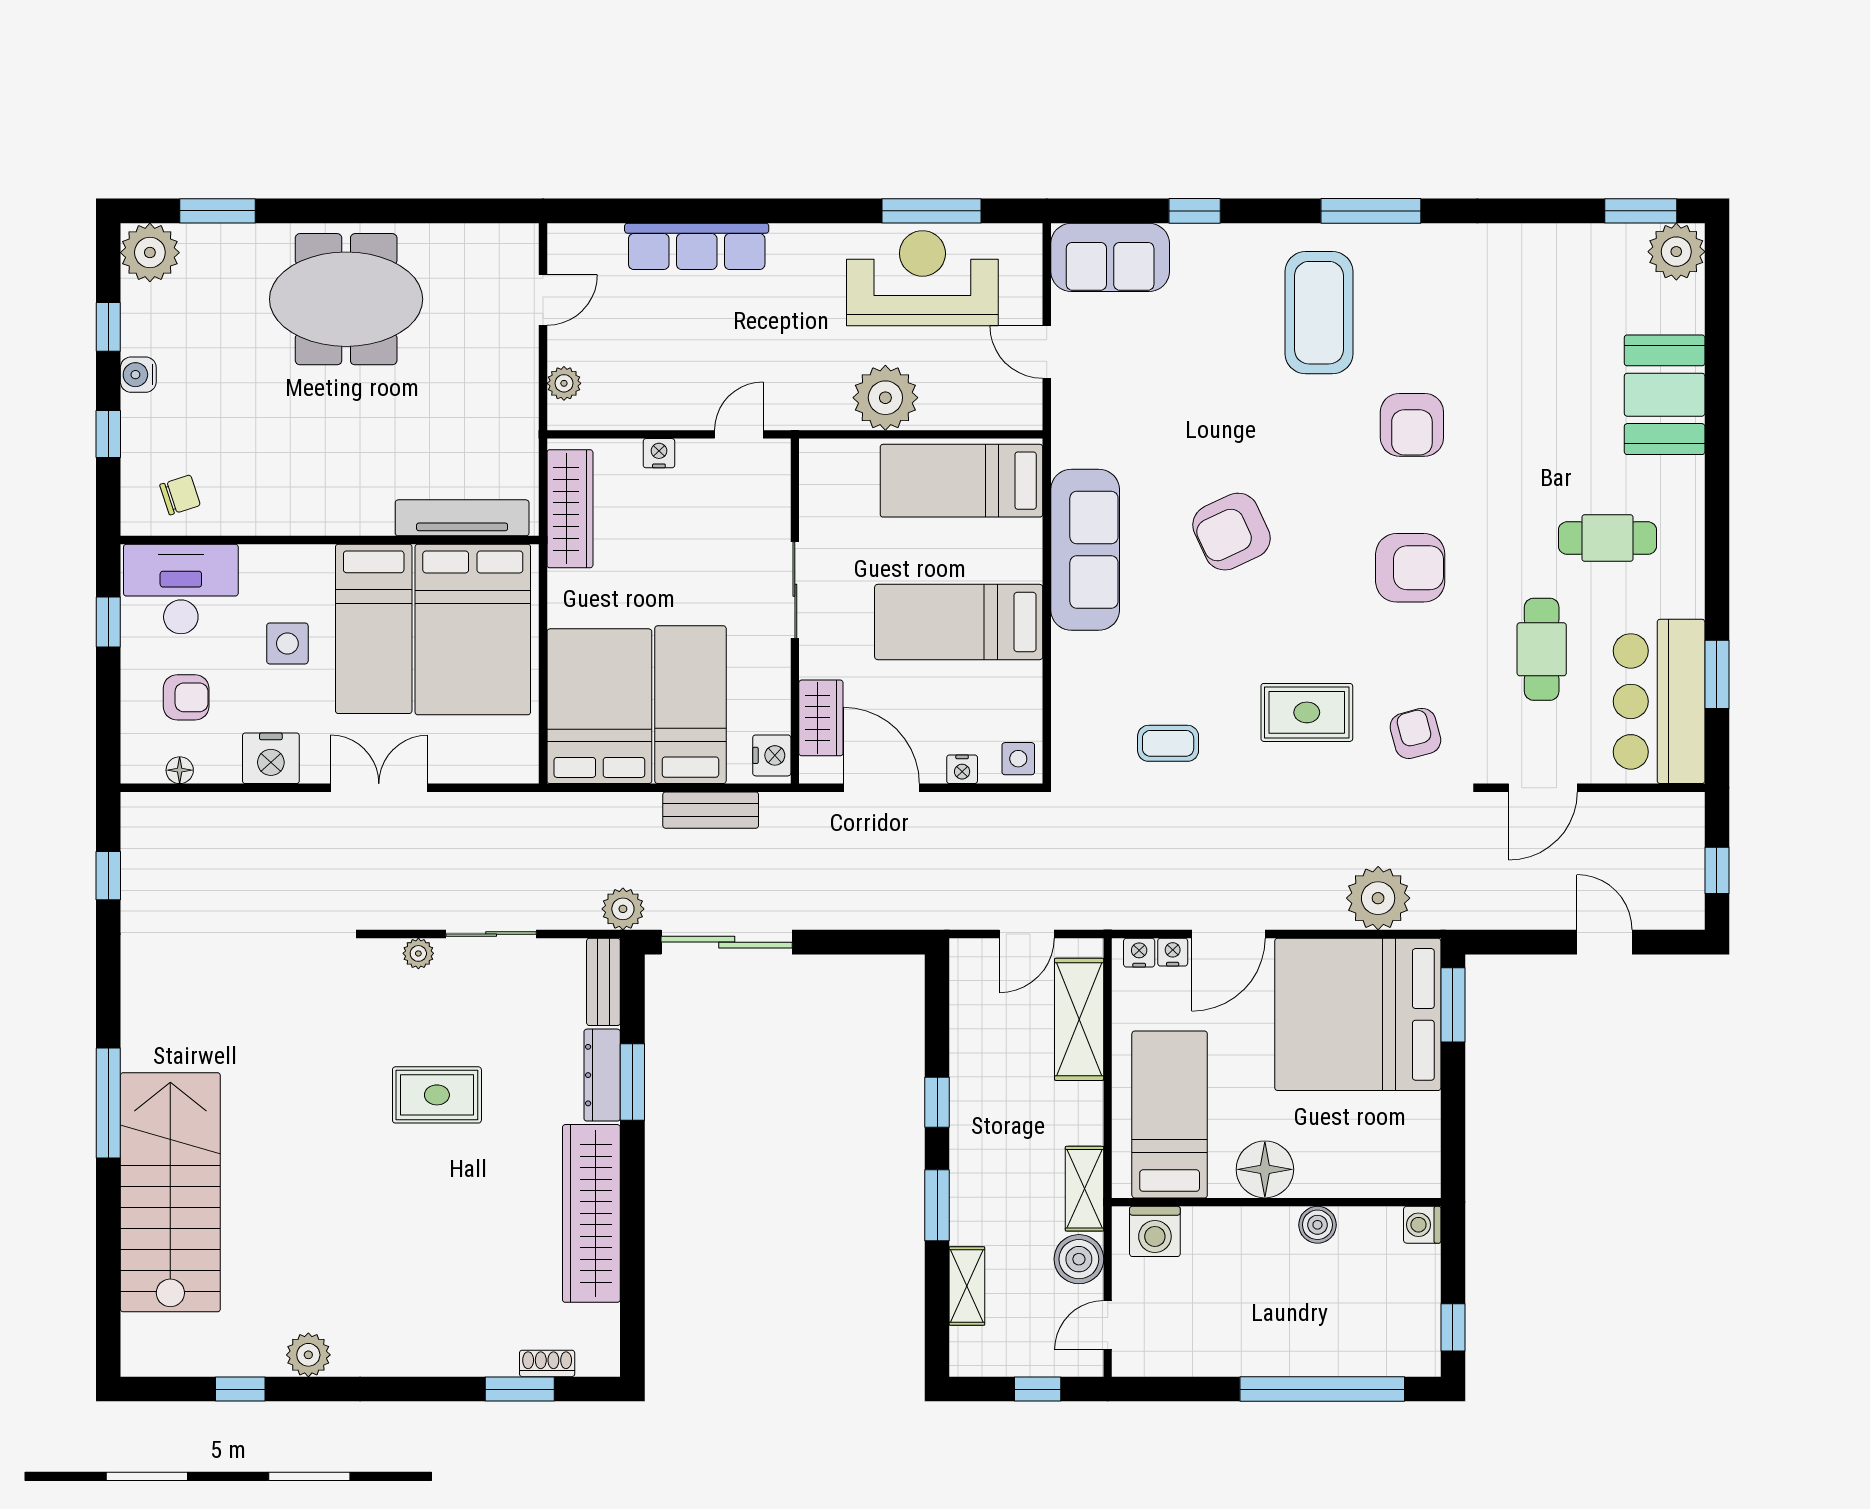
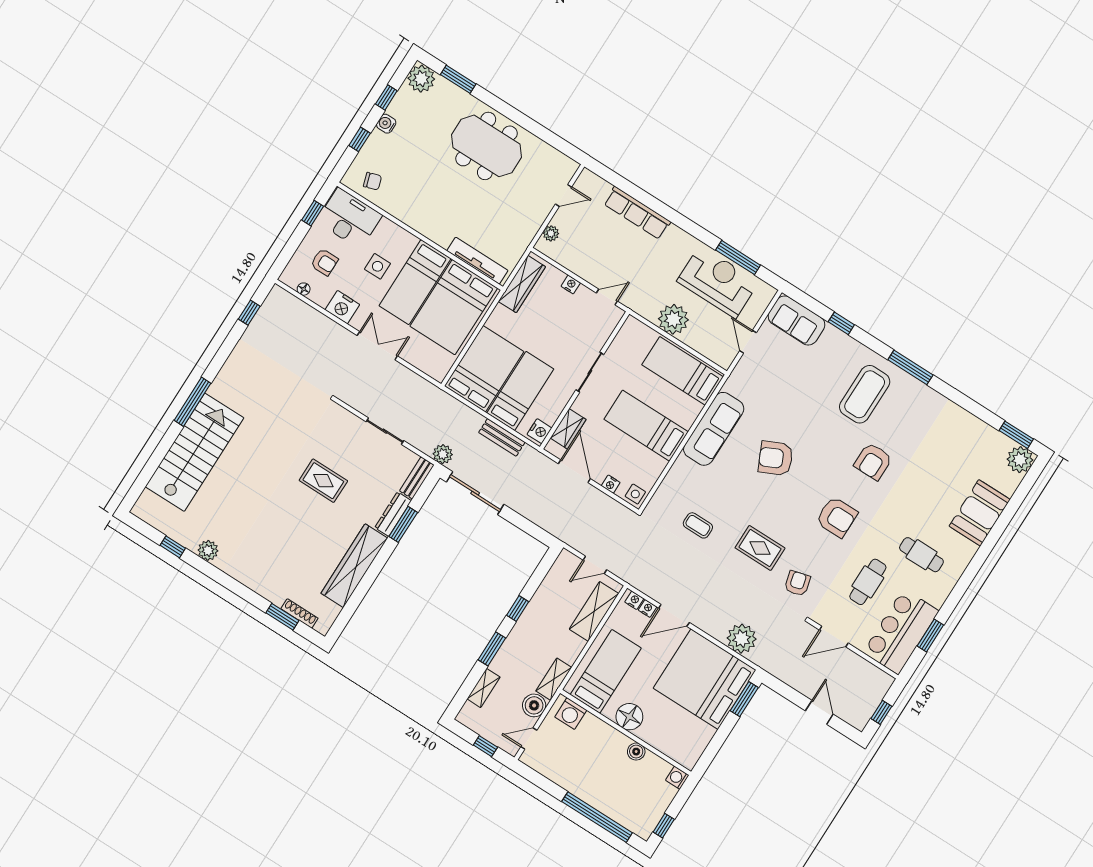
plant: (418, 953) -> (351, 421), removed
shoe rack: (547, 1363) -> (299, 613), width x1.43

